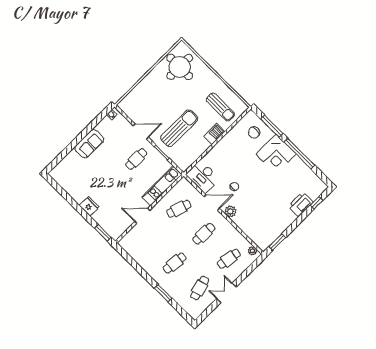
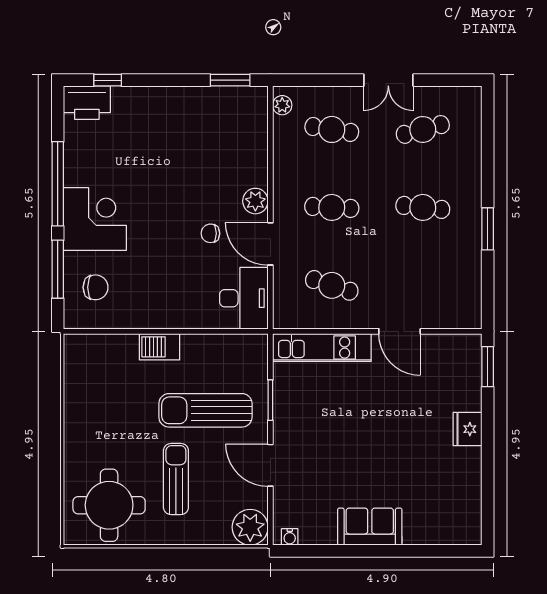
plant: (127, 105) -> (250, 527), added
sun lounger: (220, 107) -> (176, 479), moved
cafe table: (136, 159) -> (320, 430), removed
printer: (301, 204) -> (87, 103), moved
window: (163, 293) -> (488, 229), moved

